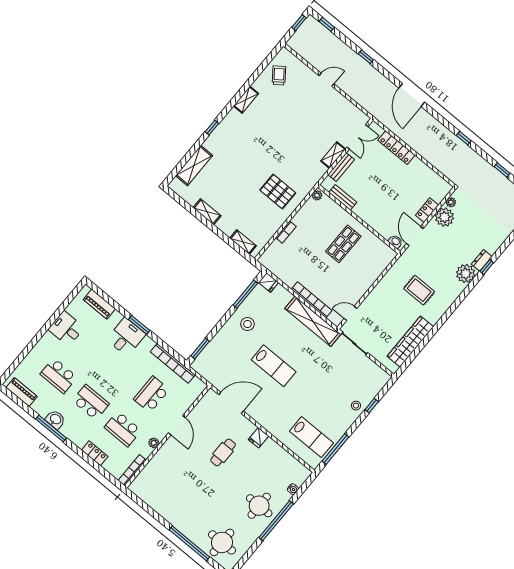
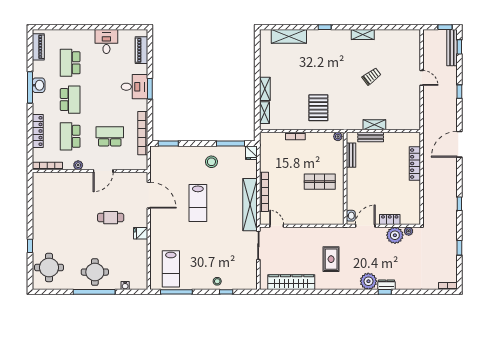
bench: (322, 31) -> (452, 48), added
trolley: (279, 75) -> (371, 76), moved
double door: (357, 137) -> (400, 131), removed
shelving: (207, 212) -> (265, 89), moved
locker: (95, 453) -> (38, 131), width x1.53
window: (189, 543) -> (30, 246), width x0.32

